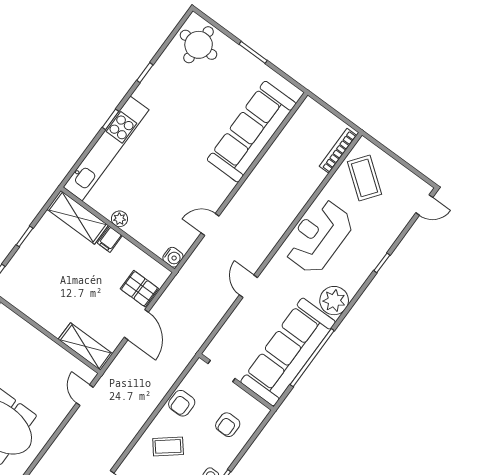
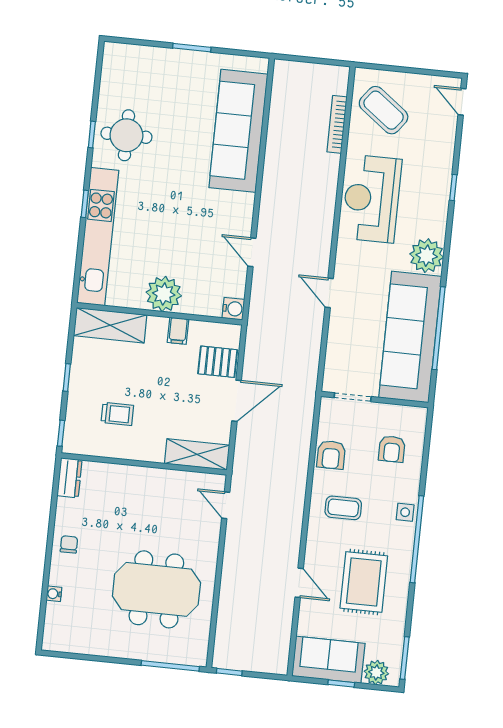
round table: (199, 45) -> (126, 135), moved
bookcase: (338, 151) -> (337, 124), moved
door: (424, 205) -> (462, 102), swing flipped
plant: (120, 219) -> (164, 294), width x1.87, depth x1.87
door: (210, 224) -> (252, 252), hinge flipped
filing cabinet: (110, 239) -> (178, 331), moved
trolley: (45, 284) -> (117, 414), added
door: (136, 325) -> (236, 401), hinge flipped
coffee table: (168, 446) -> (343, 508), turned 39

